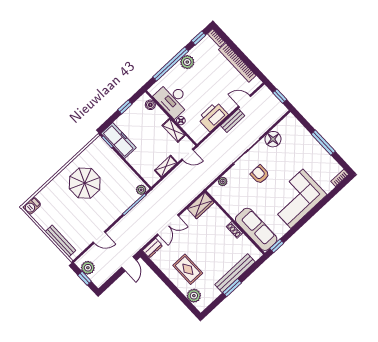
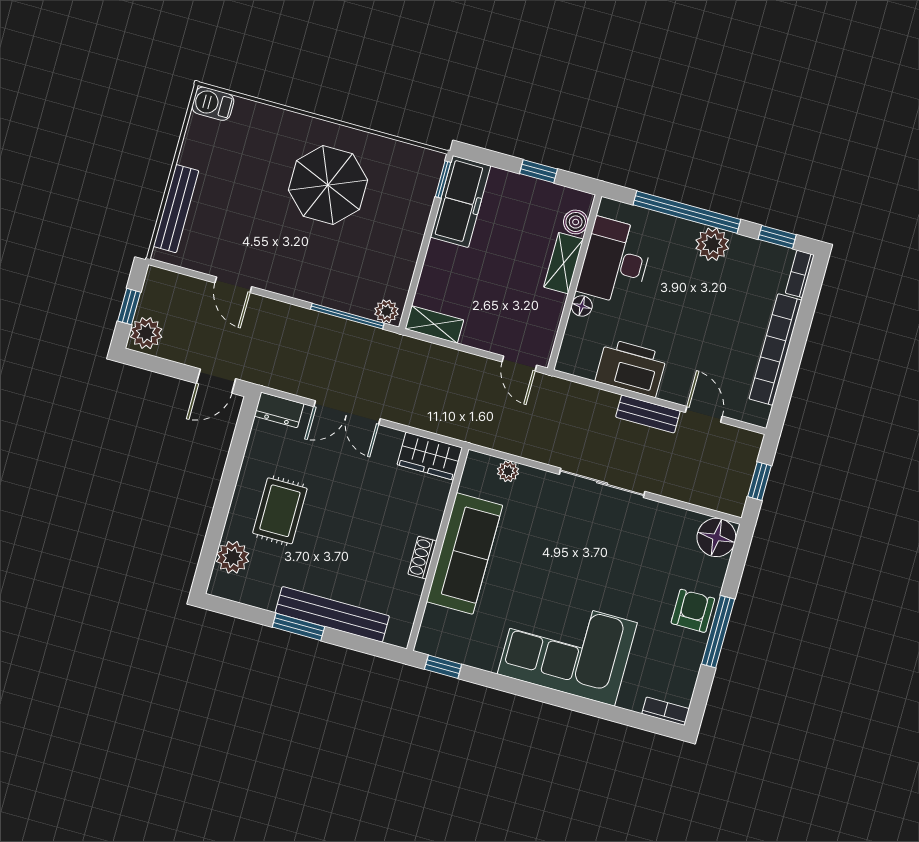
shelving: (174, 130) -> (563, 263), moved
floor lamp: (273, 139) -> (716, 537), moved
shelving: (166, 166) -> (434, 324), moved
armchair: (260, 174) -> (693, 611), moved
sofa: (256, 229) -> (465, 553), moved
plant: (88, 268) -> (146, 333), moved

